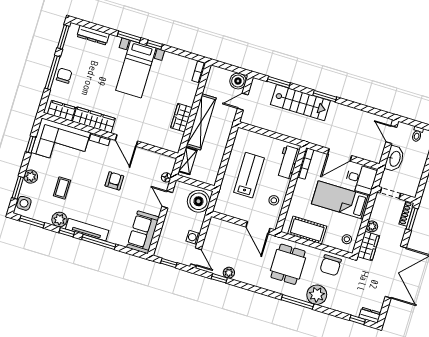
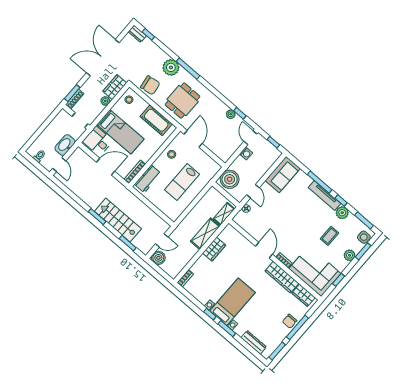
shelving: (201, 122) -> (205, 234), width x0.68
armchair: (114, 181) -> (287, 224), removed
chair: (331, 265) -> (150, 85), turned 82

